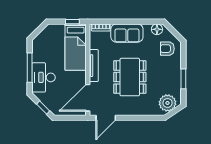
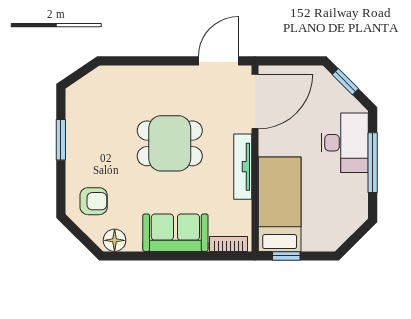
dining table: (130, 77) -> (170, 143), width x0.73
plant: (168, 103) -> (93, 91), removed

